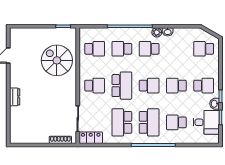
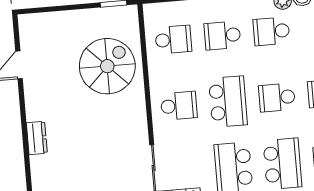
spiral stairs: (57, 60) -> (107, 66), turned 90
school desk: (149, 86) -> (277, 98), turned 180

